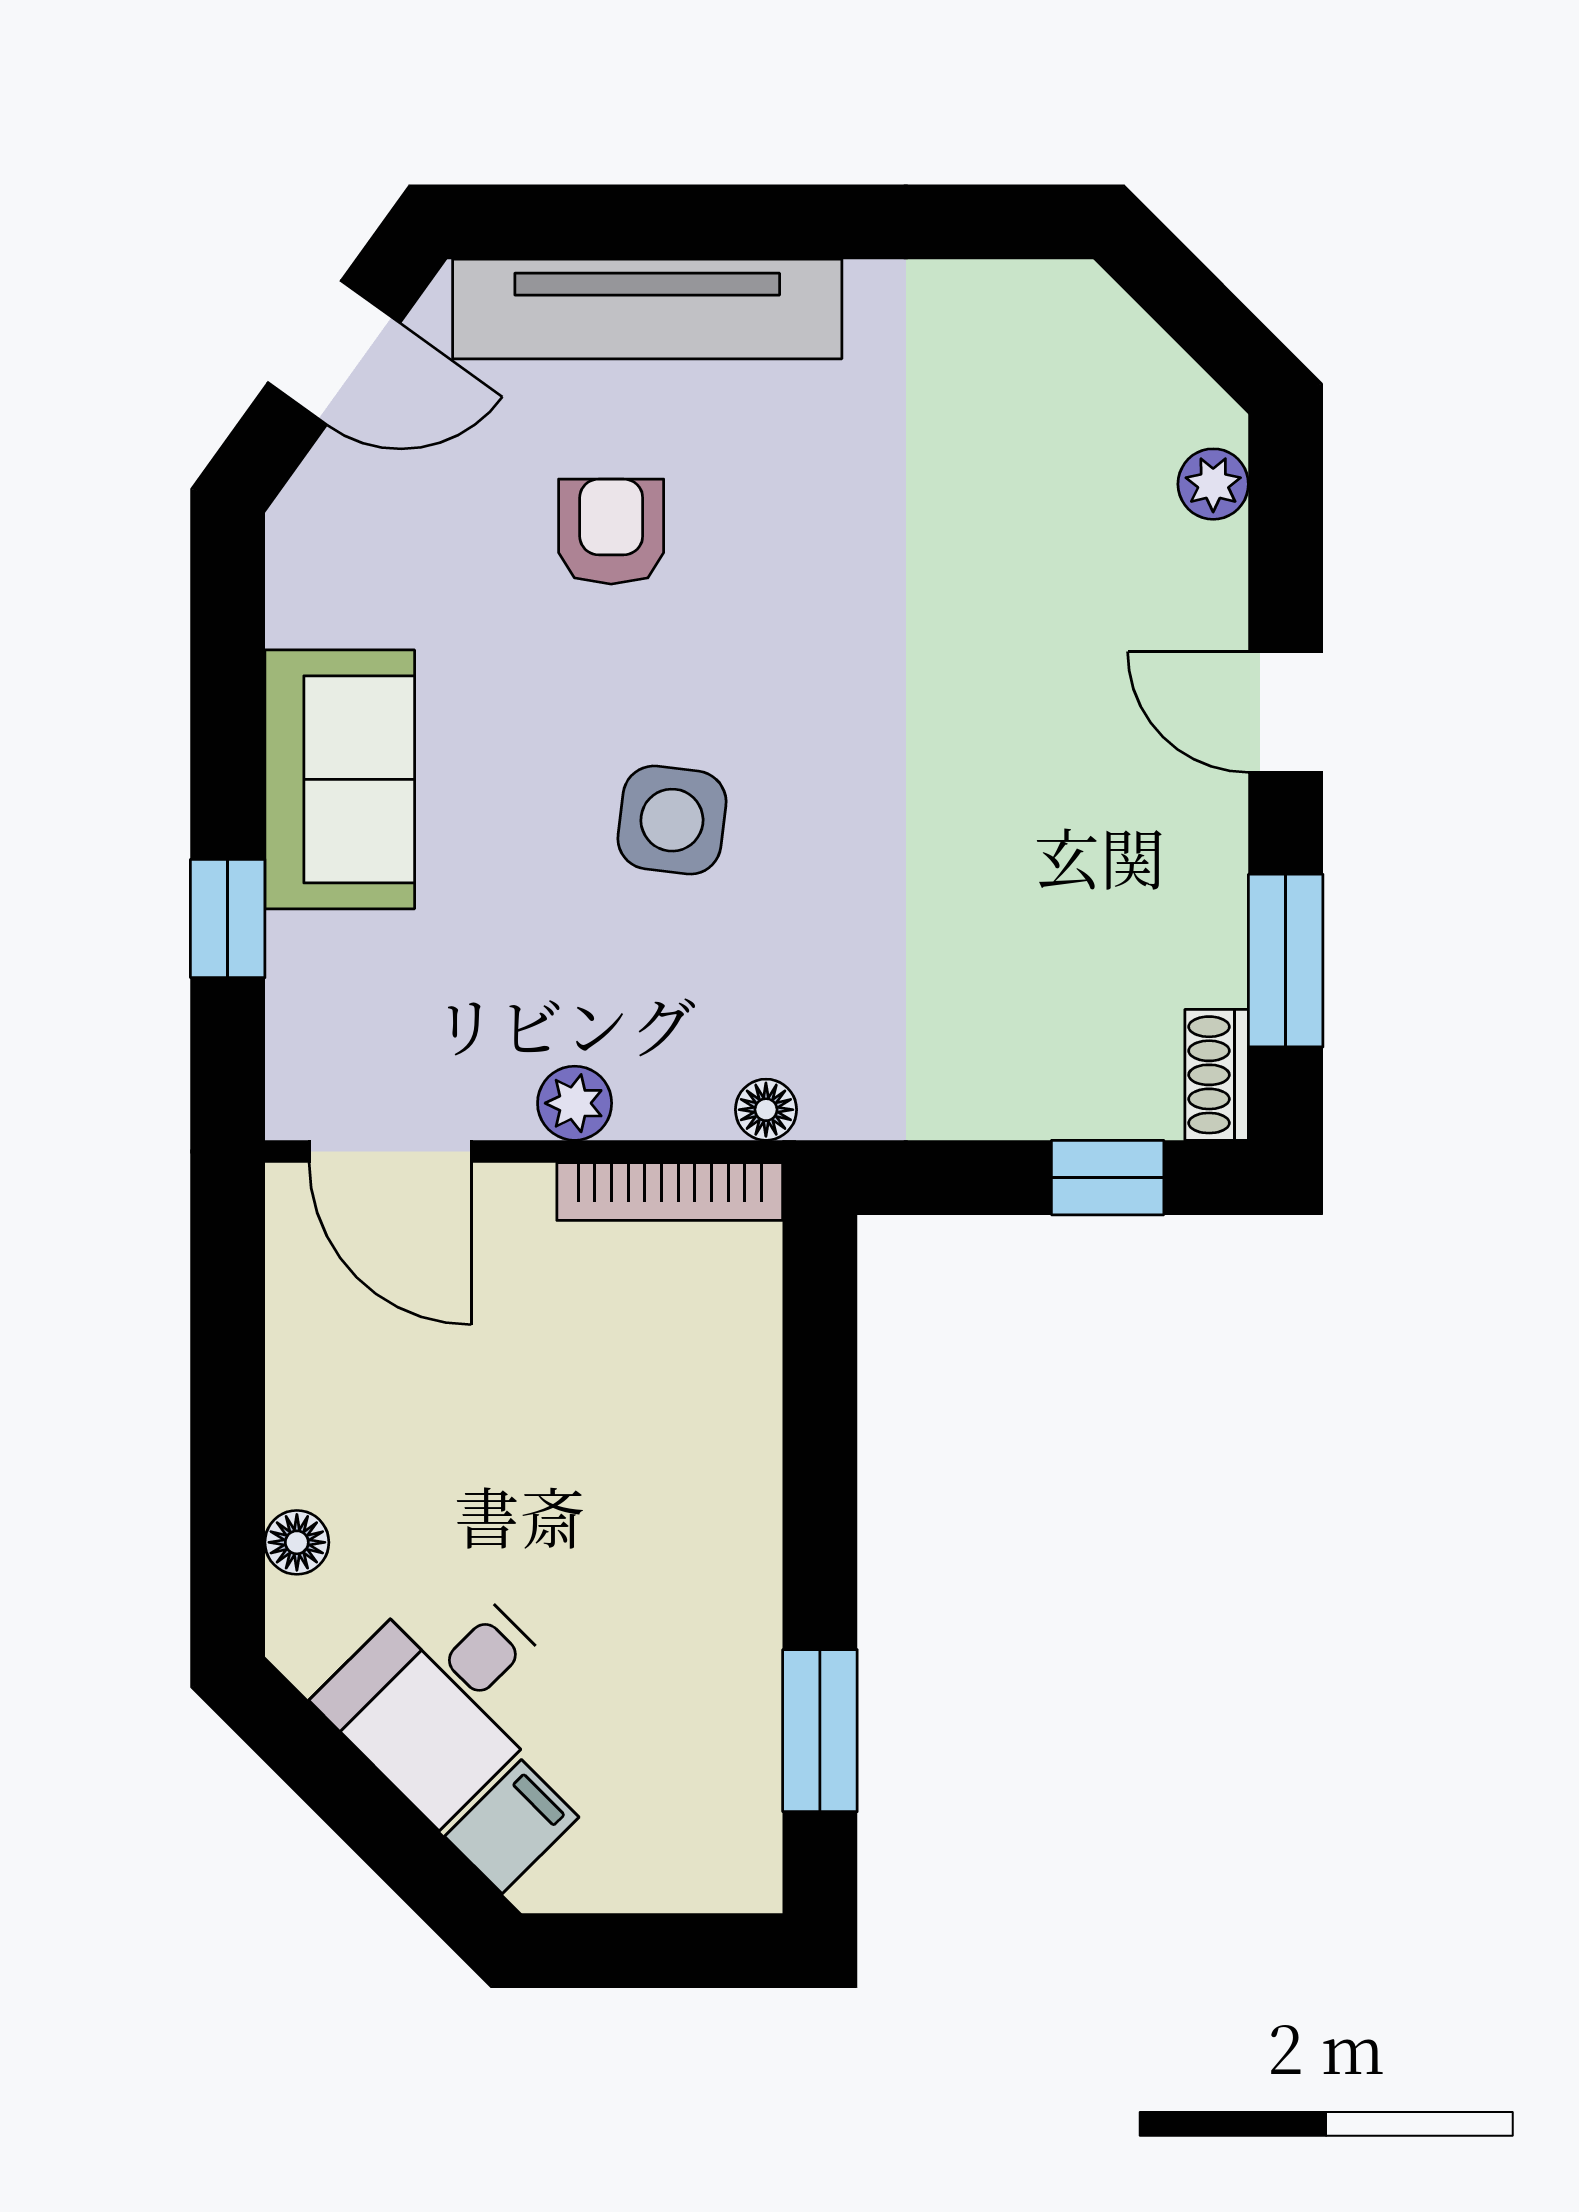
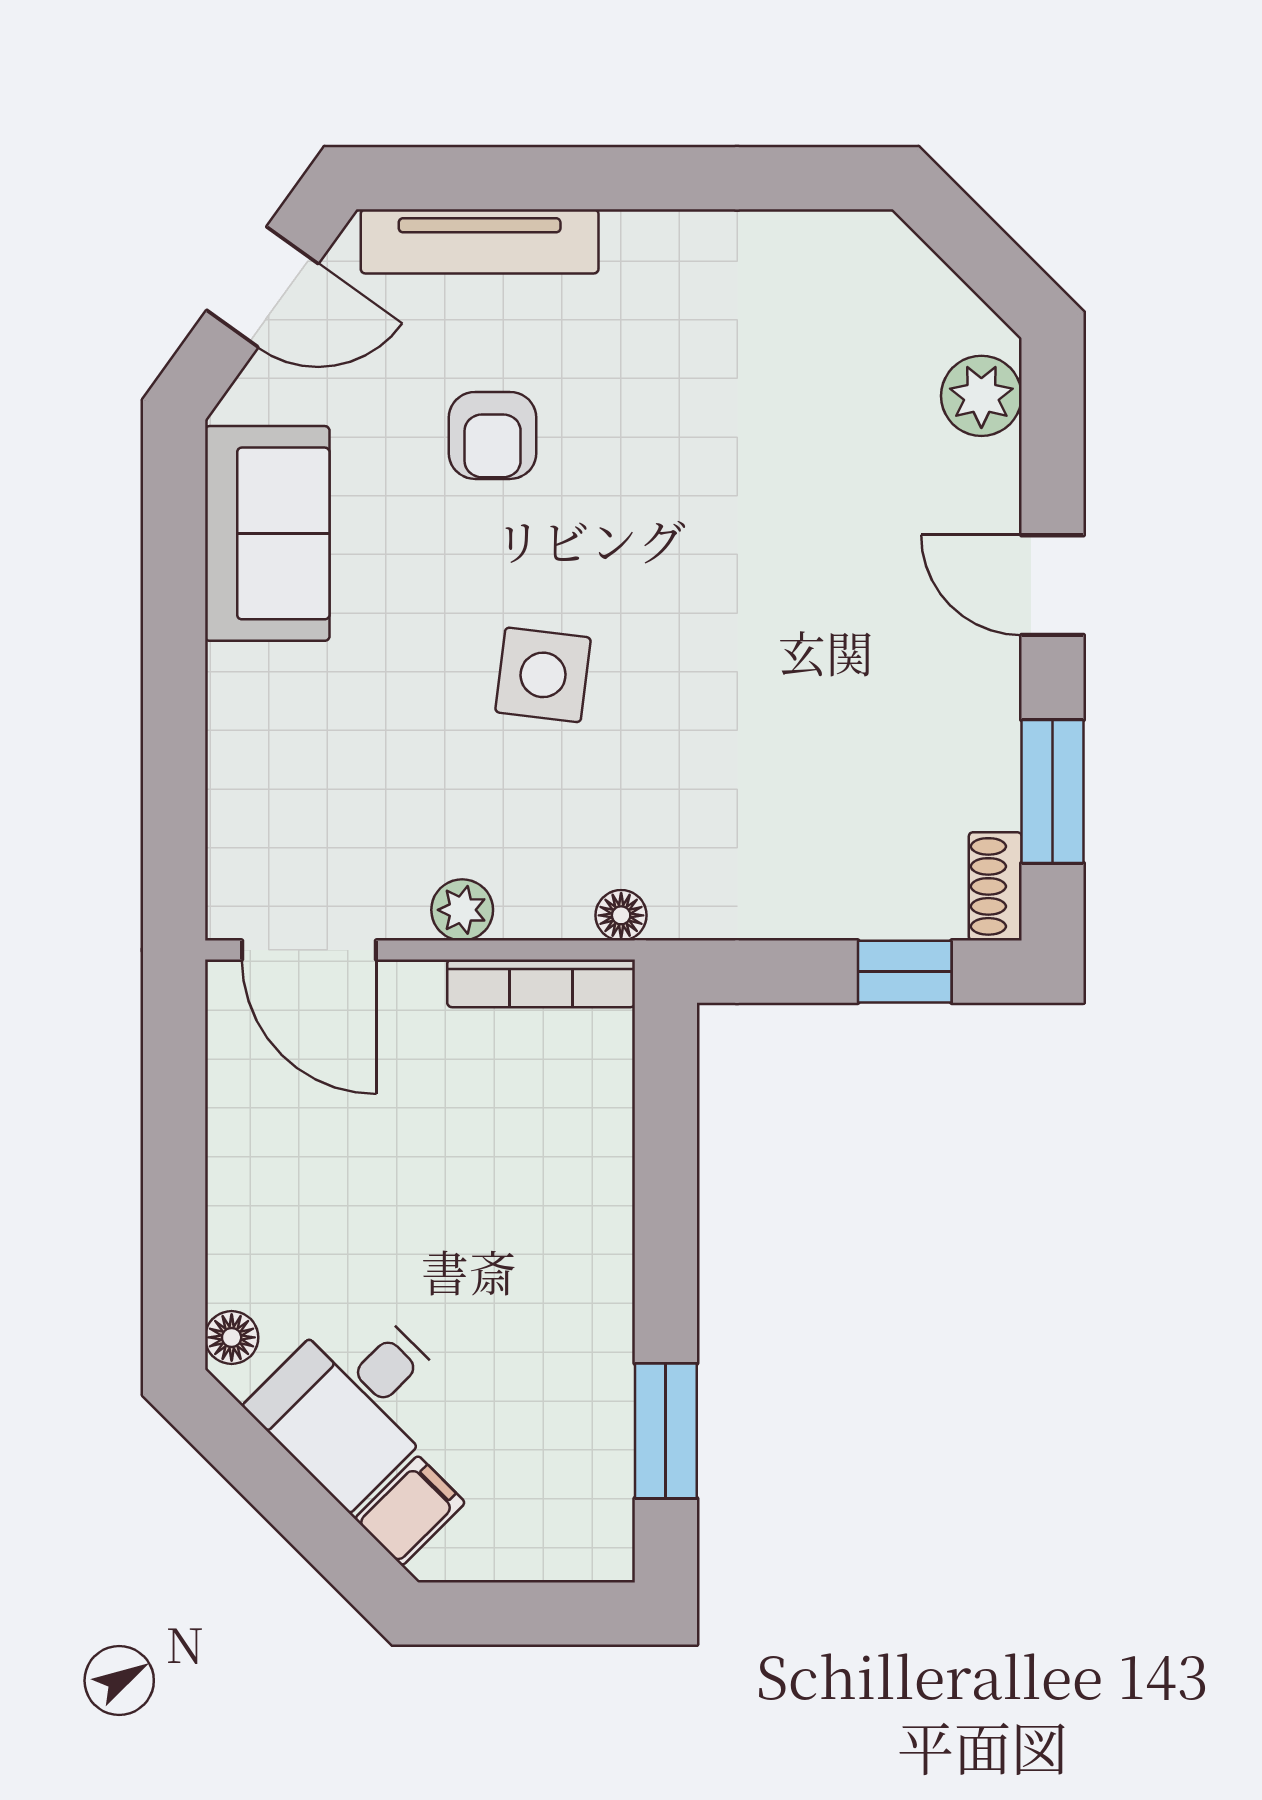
tv unit: (647, 309) -> (480, 241), width x0.73, depth x0.78
plant: (1213, 484) -> (981, 396), width x1.38, depth x1.38
armchair: (611, 532) -> (493, 435), turned 180
sofa: (340, 779) -> (267, 533), moved
window: (228, 919) -> (174, 757), removed
floor lamp: (297, 1542) -> (232, 1337), moved

